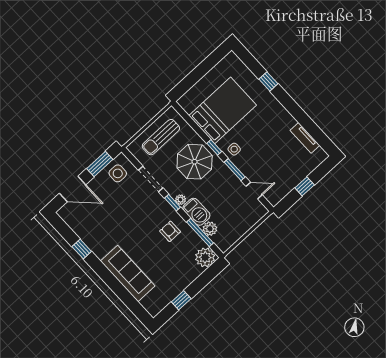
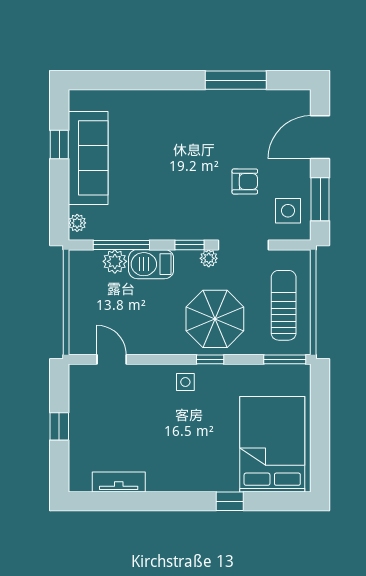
bed: (223, 110) -> (272, 444), moved, turned 180
window: (235, 170) -> (285, 359), moved
door: (254, 191) -> (112, 359), swing flipped
plant: (181, 200) -> (209, 258), moved
armchair: (170, 231) -> (245, 181), moved
window: (82, 249) -> (236, 80), width x2.17
plant: (205, 257) -> (77, 223), width x0.53, depth x0.53
sofa: (128, 273) -> (88, 158), moved, turned -90

